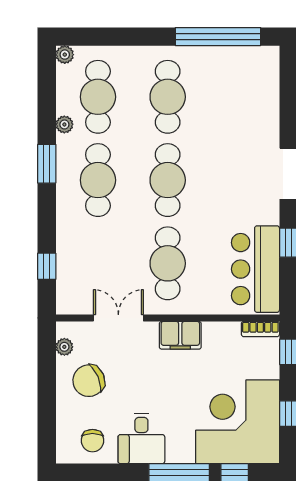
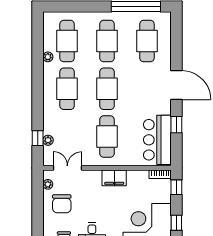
plant: (65, 55) -> (48, 140), moved
cafe table: (237, 97) -> (147, 41), added
window: (47, 164) -> (38, 79), removed
double door: (118, 318) -> (67, 168), moved
chair: (89, 381) -> (62, 204), turned -67

